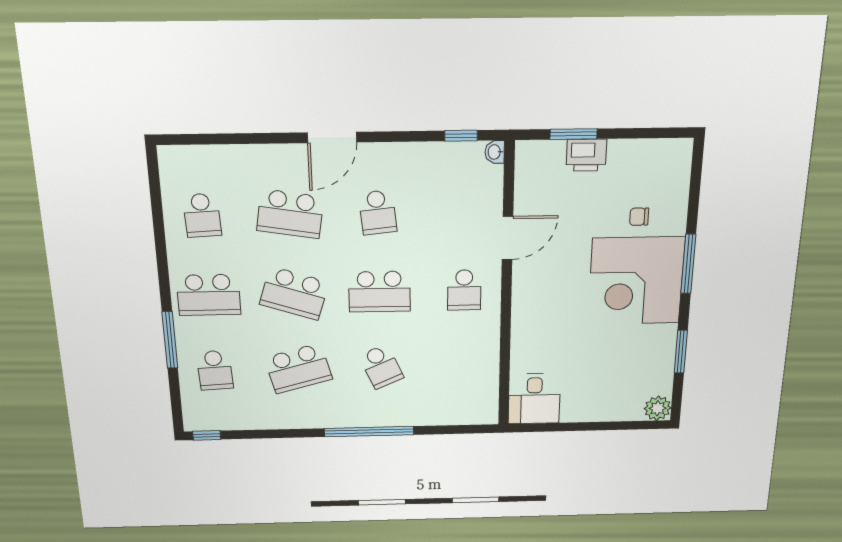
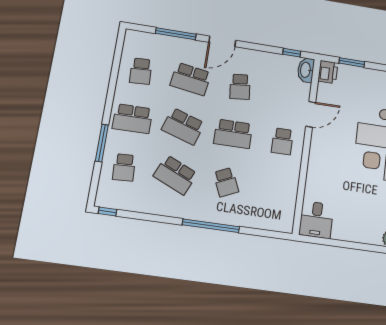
window: (246, 139) -> (176, 34), added
washbasin: (495, 152) -> (306, 70), width x1.91, depth x1.45
printer: (586, 155) -> (328, 72), moved, turned -90
school desk: (298, 368) -> (175, 175), turned 39

